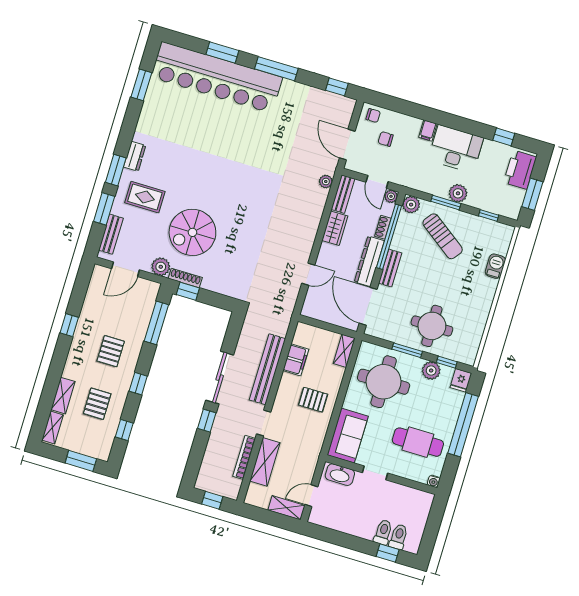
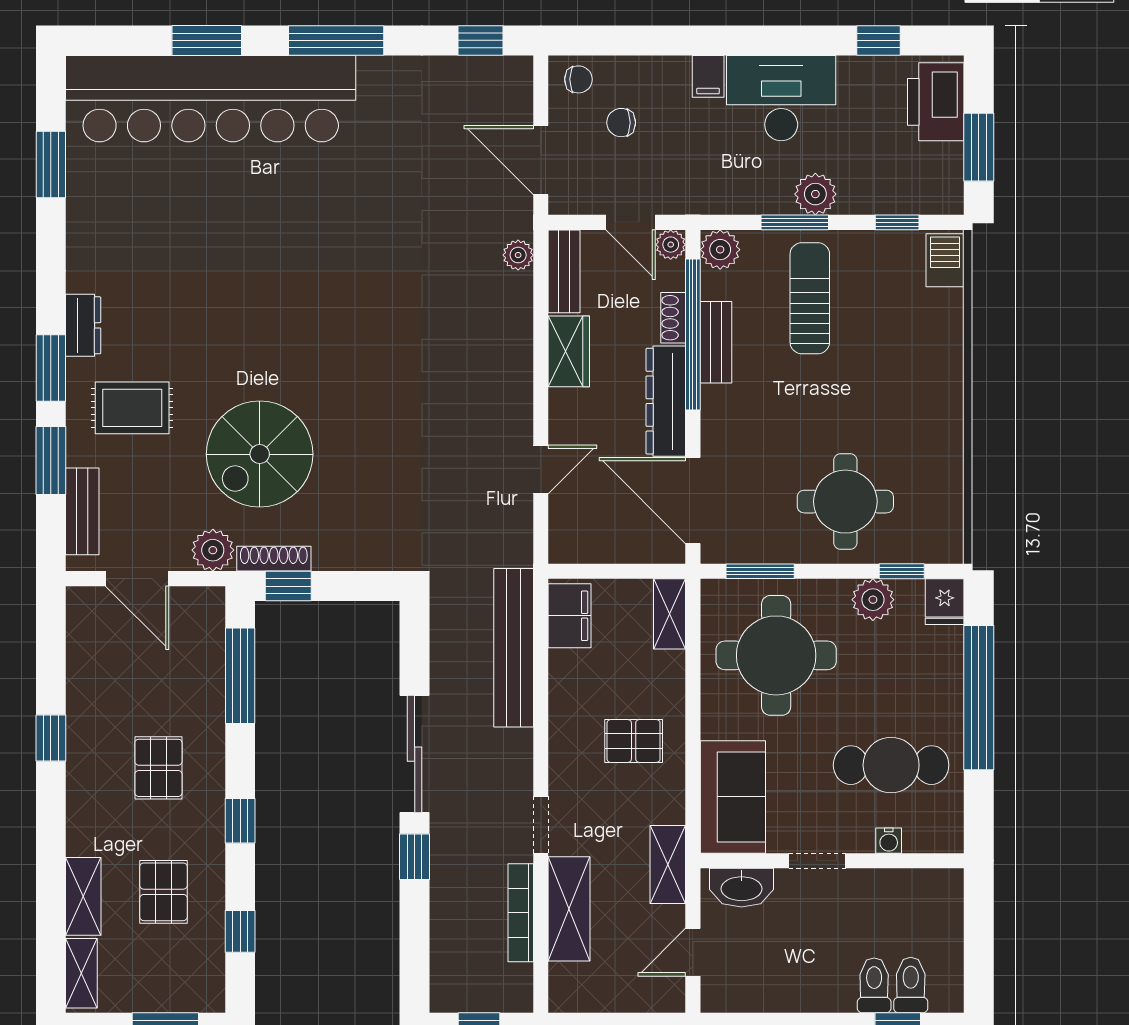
sun lounger: (443, 236) -> (810, 298), turned -126
barbecue: (495, 266) -> (945, 260), moved
bench: (390, 268) -> (716, 342), moved
door: (126, 269) -> (137, 579), hinge flipped
window: (407, 350) -> (760, 571), moved
filing cabinet: (296, 360) -> (570, 616), moved
bench: (267, 369) -> (514, 648), moved
water cooler: (434, 481) -> (889, 841), moved
shelving: (286, 508) -> (668, 865), moved, turned 90

